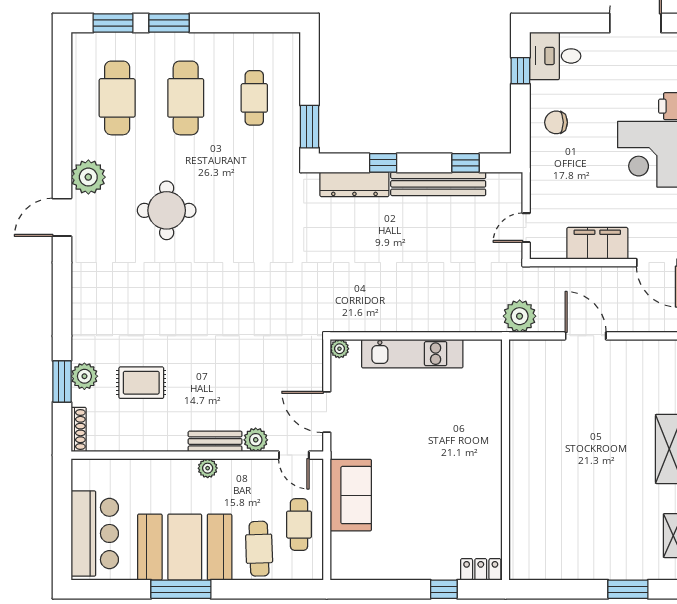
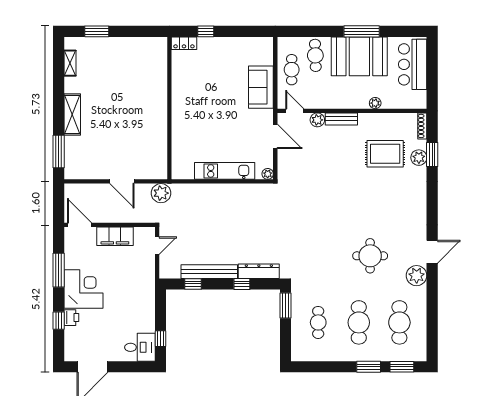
chair: (556, 122) -> (139, 308), removed
rug: (141, 383) -> (385, 154), width x1.36, depth x1.43
plant: (208, 468) -> (375, 103), moved

